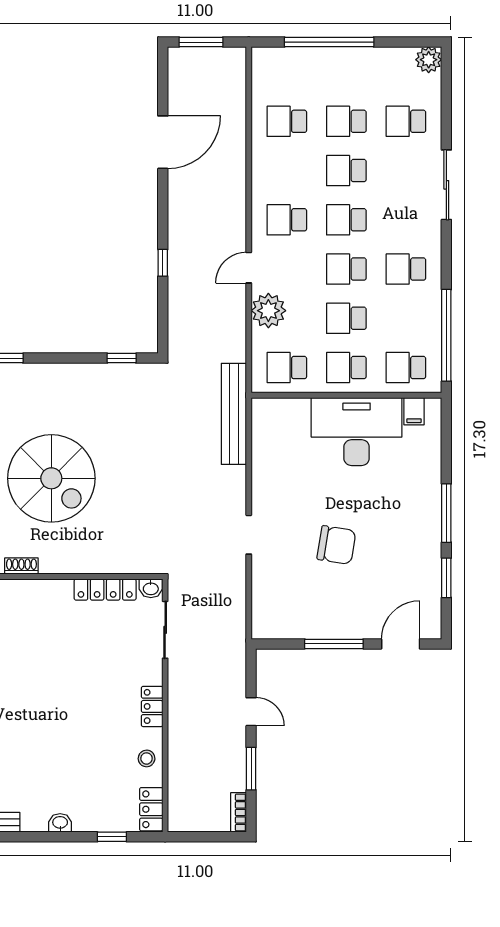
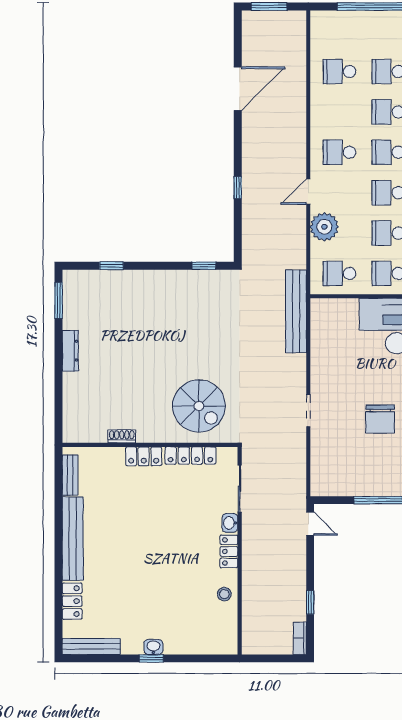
spiral stairs: (51, 478) -> (199, 406), moved, width x0.73, depth x0.73
chair: (336, 545) -> (380, 419), turned 81
washbasin: (151, 588) -> (230, 523), moved, turned 90
door: (251, 712) -> (310, 524), moved
window: (251, 769) -> (310, 602), width x0.67
locker: (151, 809) -> (144, 456), moved, turned -90
window: (112, 837) -> (151, 658), moved

